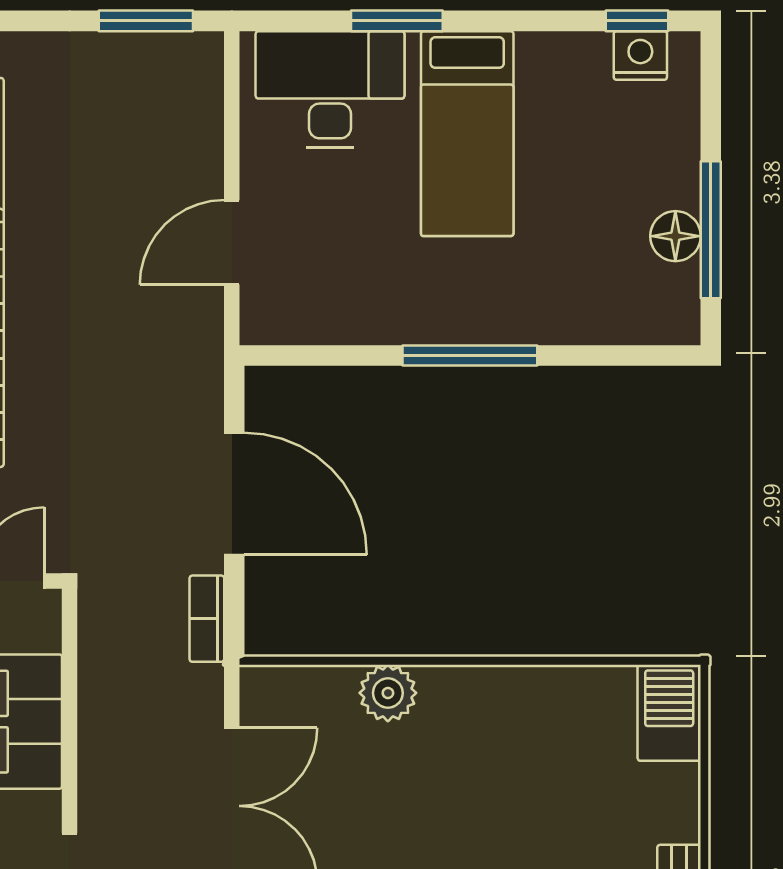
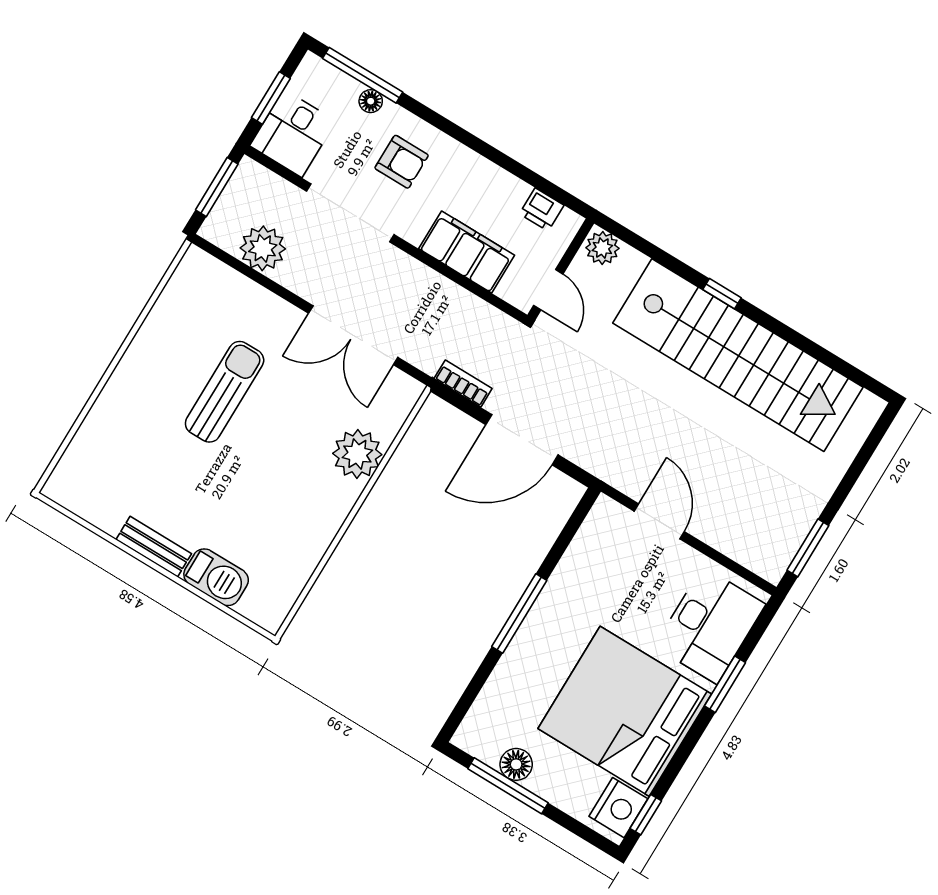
nightstand: (640, 55) -> (618, 808), width x1.36, depth x1.33
bed: (467, 134) -> (625, 711), width x2.04
plant: (388, 693) -> (357, 454), width x1.36, depth x1.36
barbecue: (669, 713) -> (216, 577), moved

